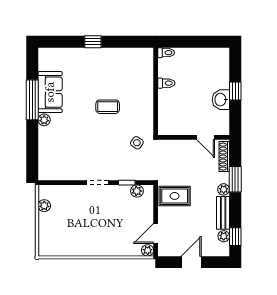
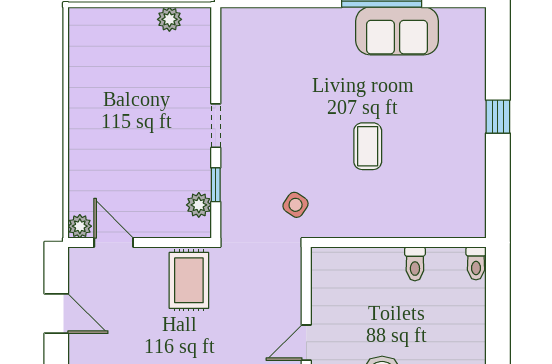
plant: (44, 120) -> (341, 19), removed

